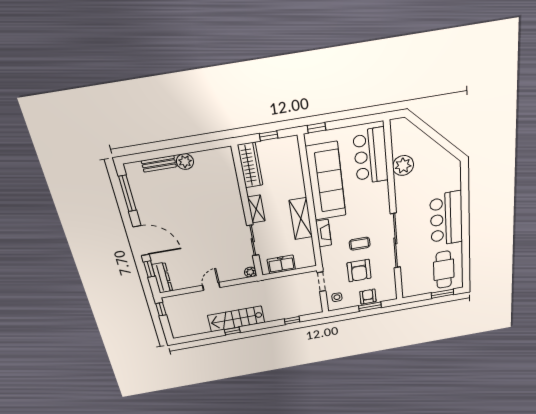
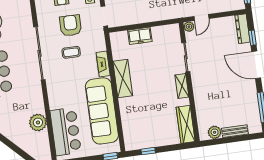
wardrobe: (250, 165) -> (186, 124), moved
shelving: (256, 209) -> (182, 86), moved
wall: (248, 214) -> (189, 82), moved
sliding door: (253, 240) -> (186, 57), moved
plant: (250, 272) -> (189, 27), moved

